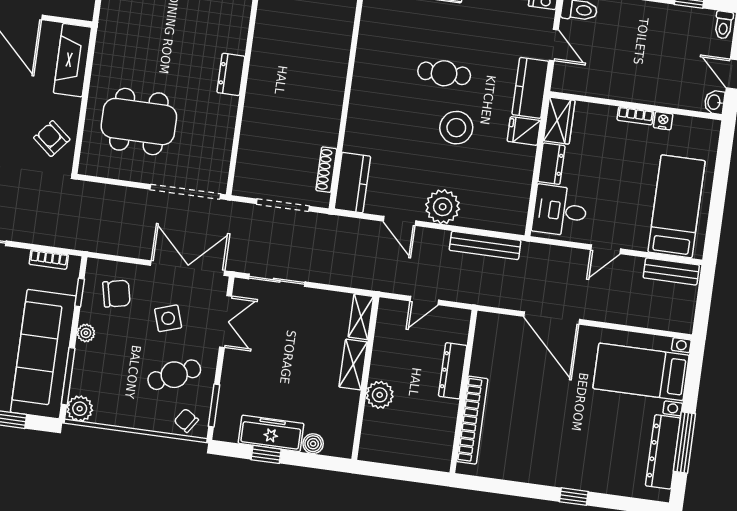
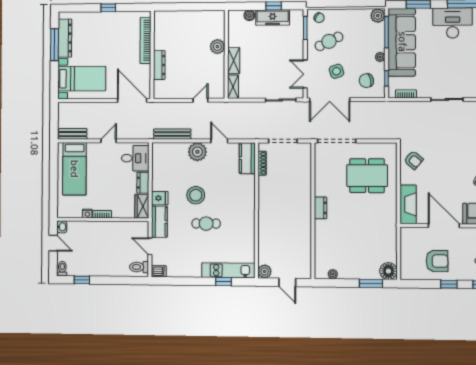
dresser: (453, 371) -> (159, 65), moved
wall: (463, 392) -> (152, 55), moved
bookcase: (472, 420) -> (145, 40), moved

